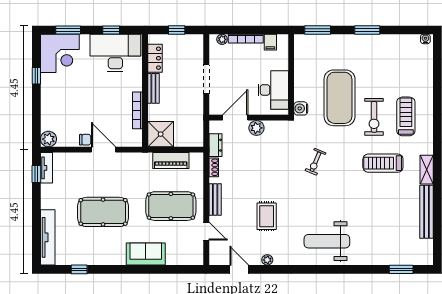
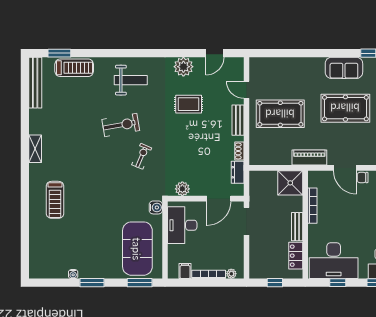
water cooler: (425, 39) -> (73, 274), moved
doorway: (206, 79) -> (246, 221), moved
exercise mat: (340, 98) -> (137, 249), moved
exercise bike: (374, 117) -> (121, 125), moved, turned 80
plant: (256, 128) -> (182, 189), moved
piano: (171, 161) -> (309, 158), moved
treadmill: (383, 163) -> (74, 68), moved
bench: (427, 212) -> (35, 83), moved
rug: (267, 216) -> (189, 104), turned 90
weight bench: (327, 241) -> (131, 80), width x0.73, depth x0.75
sofa: (146, 254) -> (344, 68), moved
plant: (267, 260) -> (183, 67), width x1.88, depth x1.88
door: (239, 269) -> (215, 53), hinge flipped

